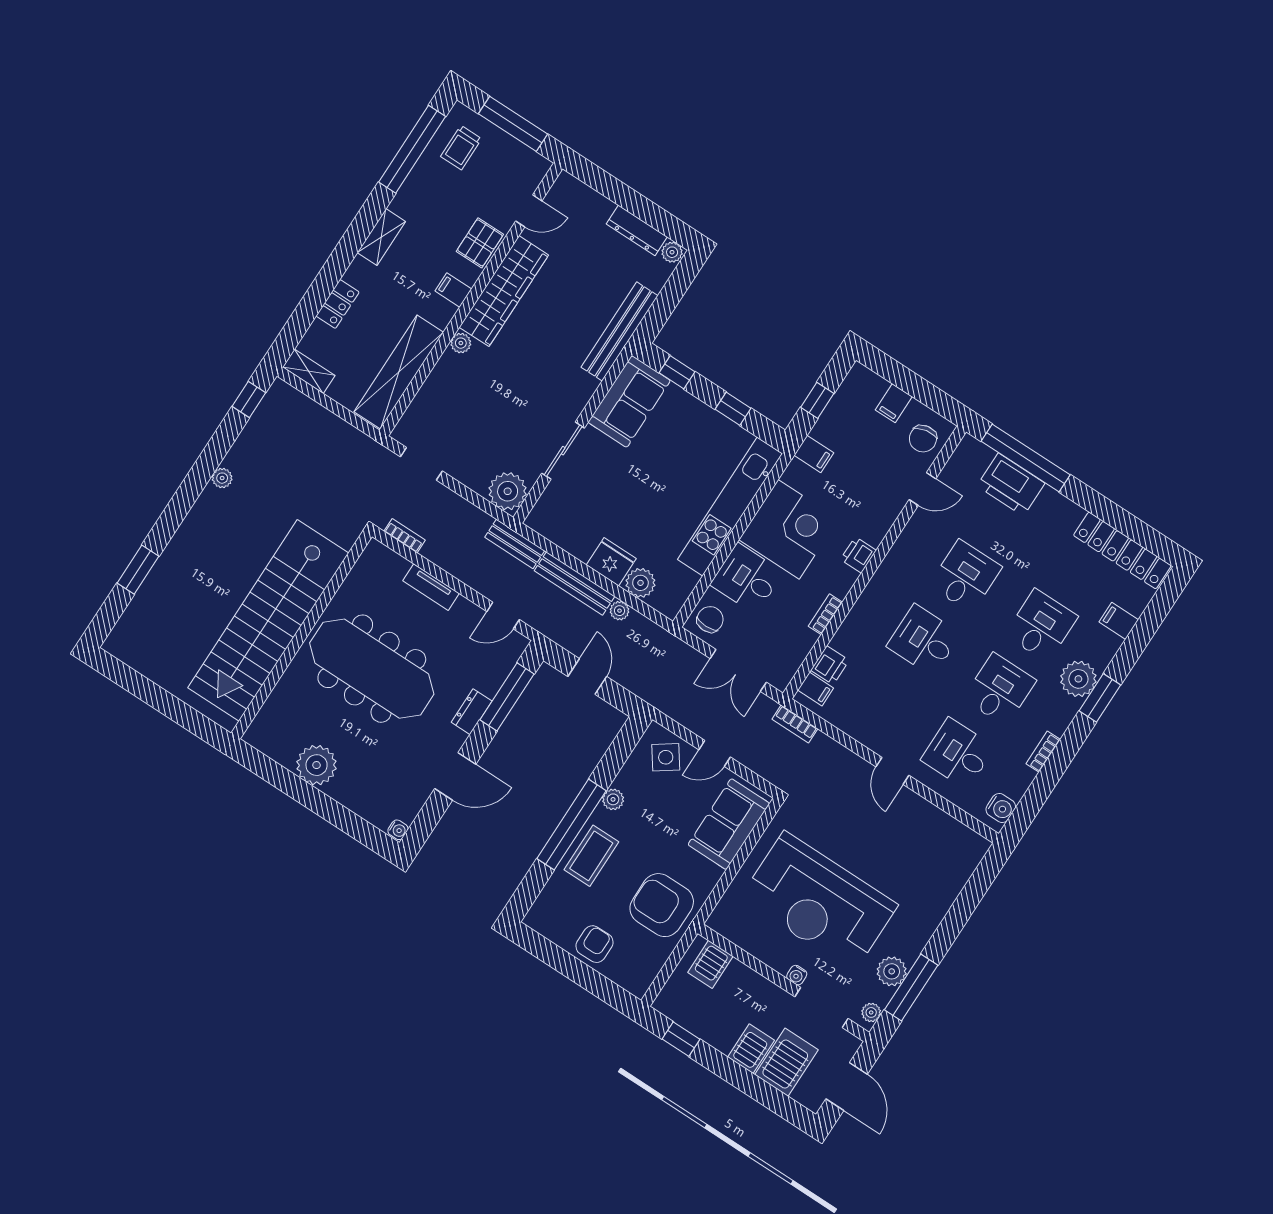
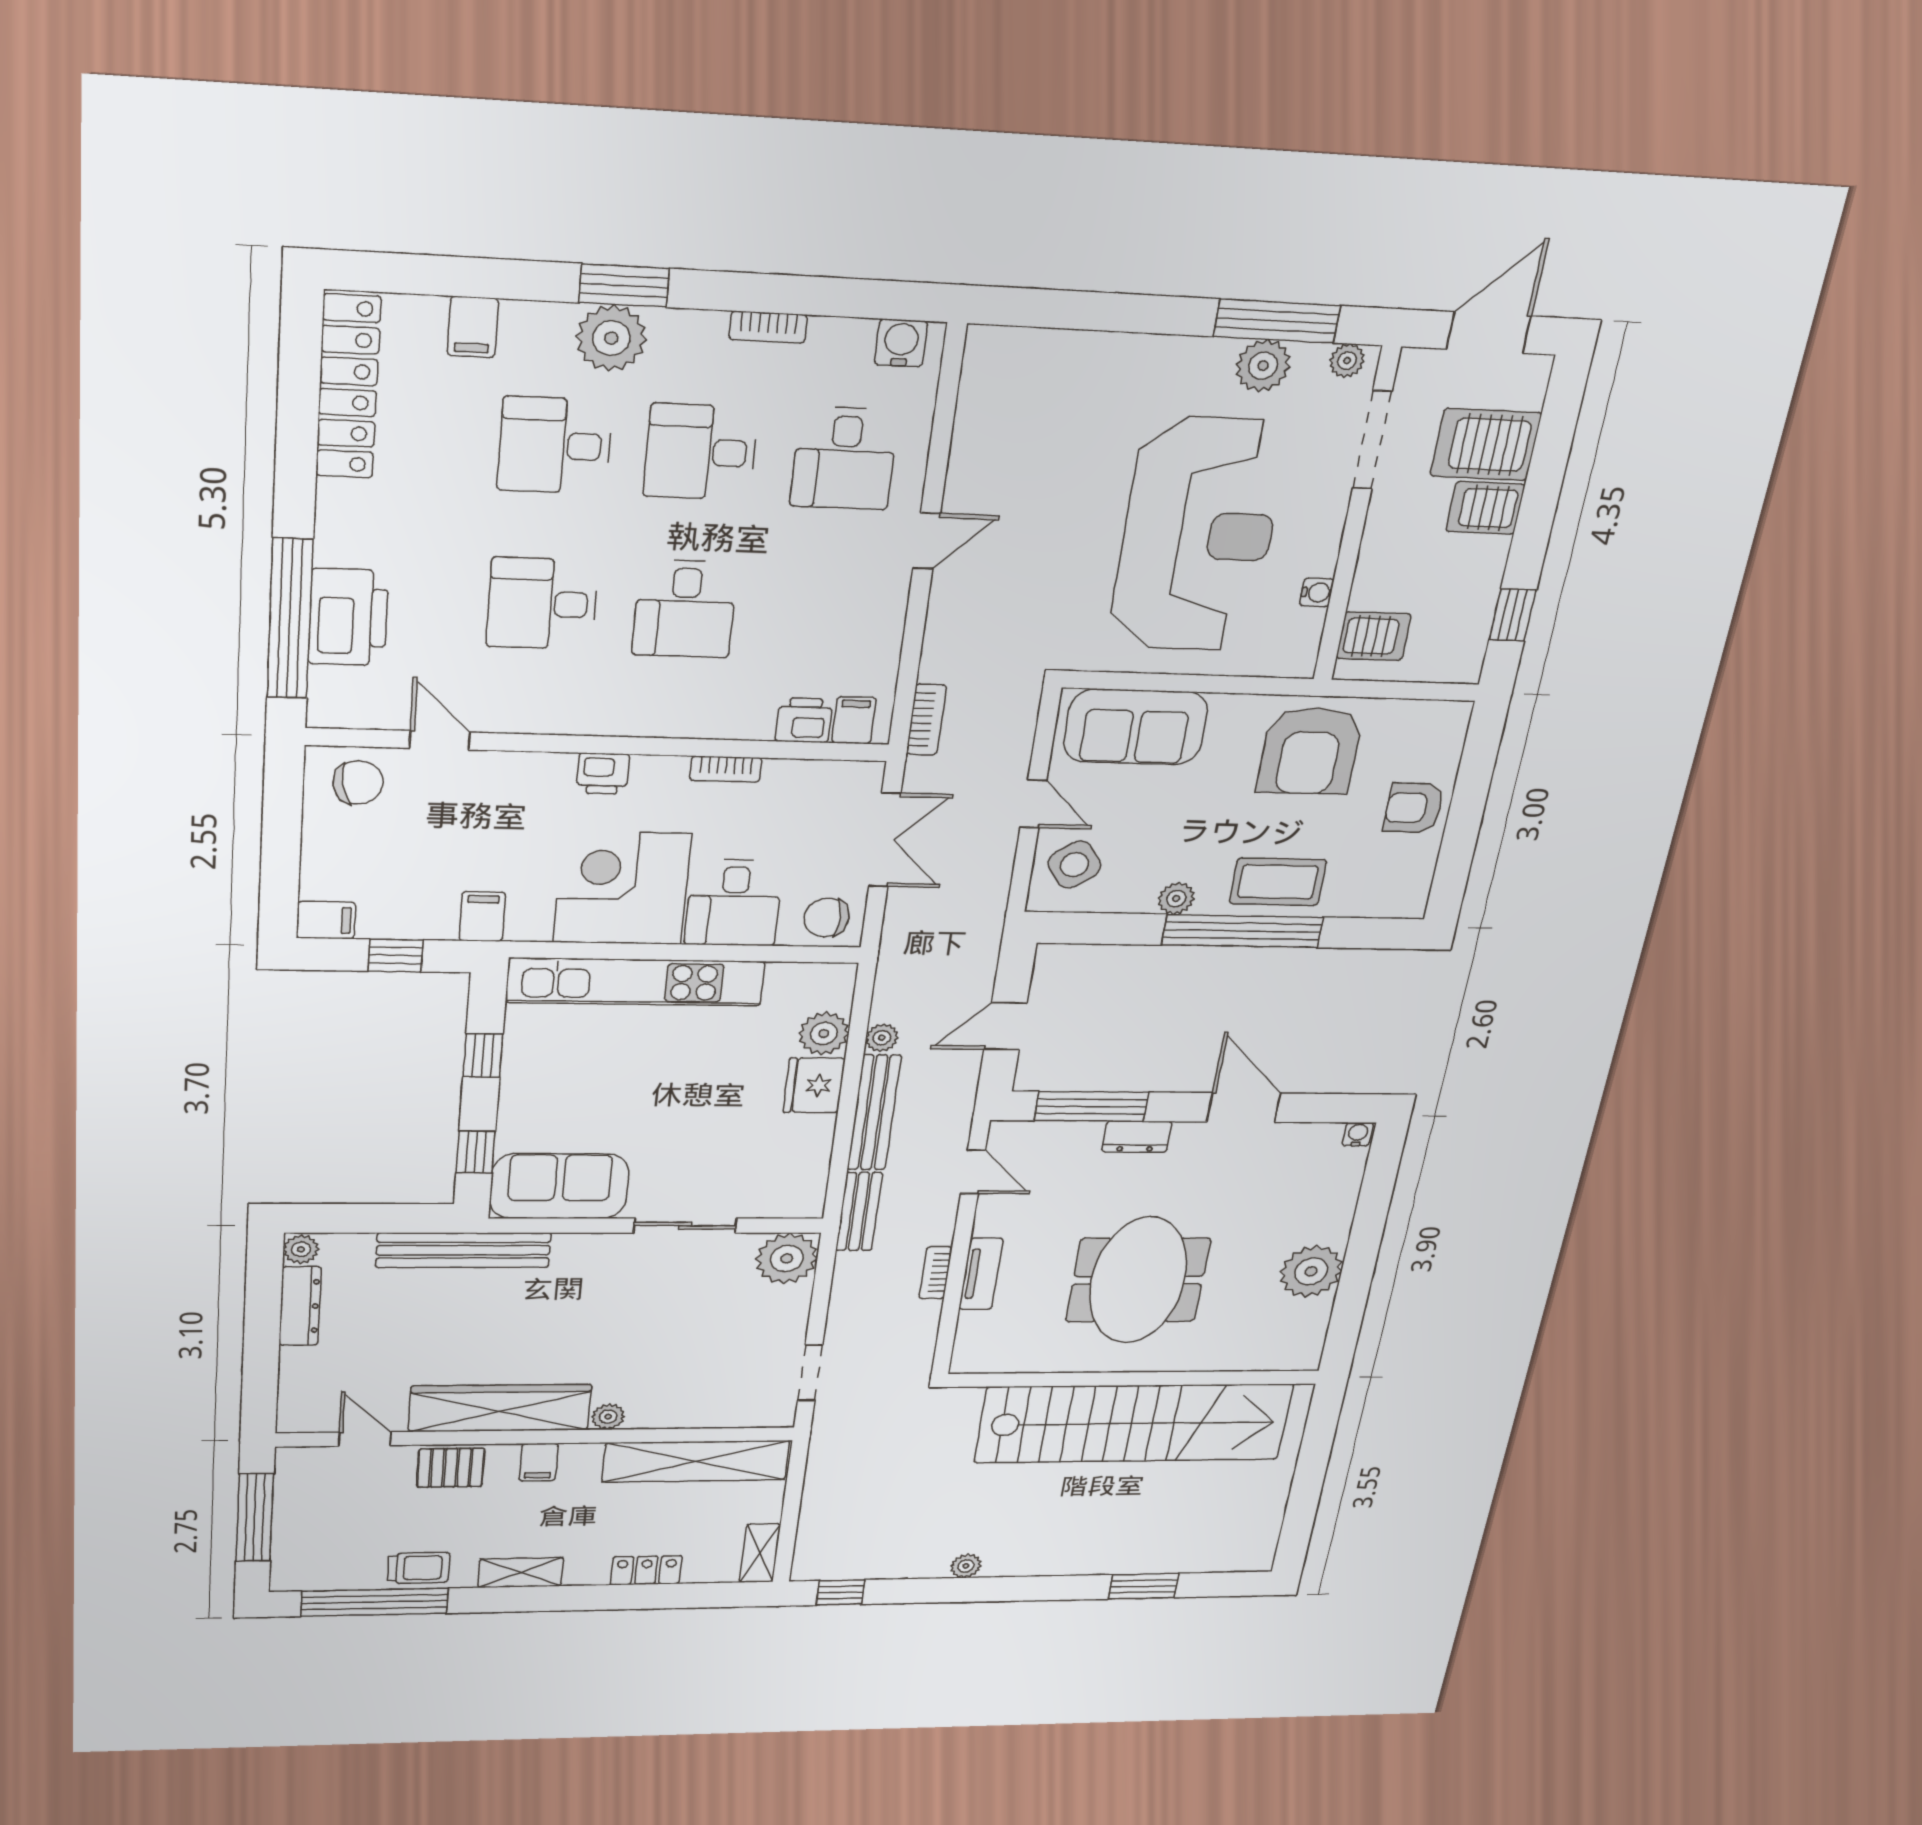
trolley: (461, 148) -> (419, 1568), moved
filing cabinet: (894, 403) -> (326, 920), moved
bookcase: (405, 536) -> (936, 1273), moved
meeting table: (372, 669) -> (1138, 1280), width x0.73
water cooler: (797, 975) -> (1317, 592), moved

